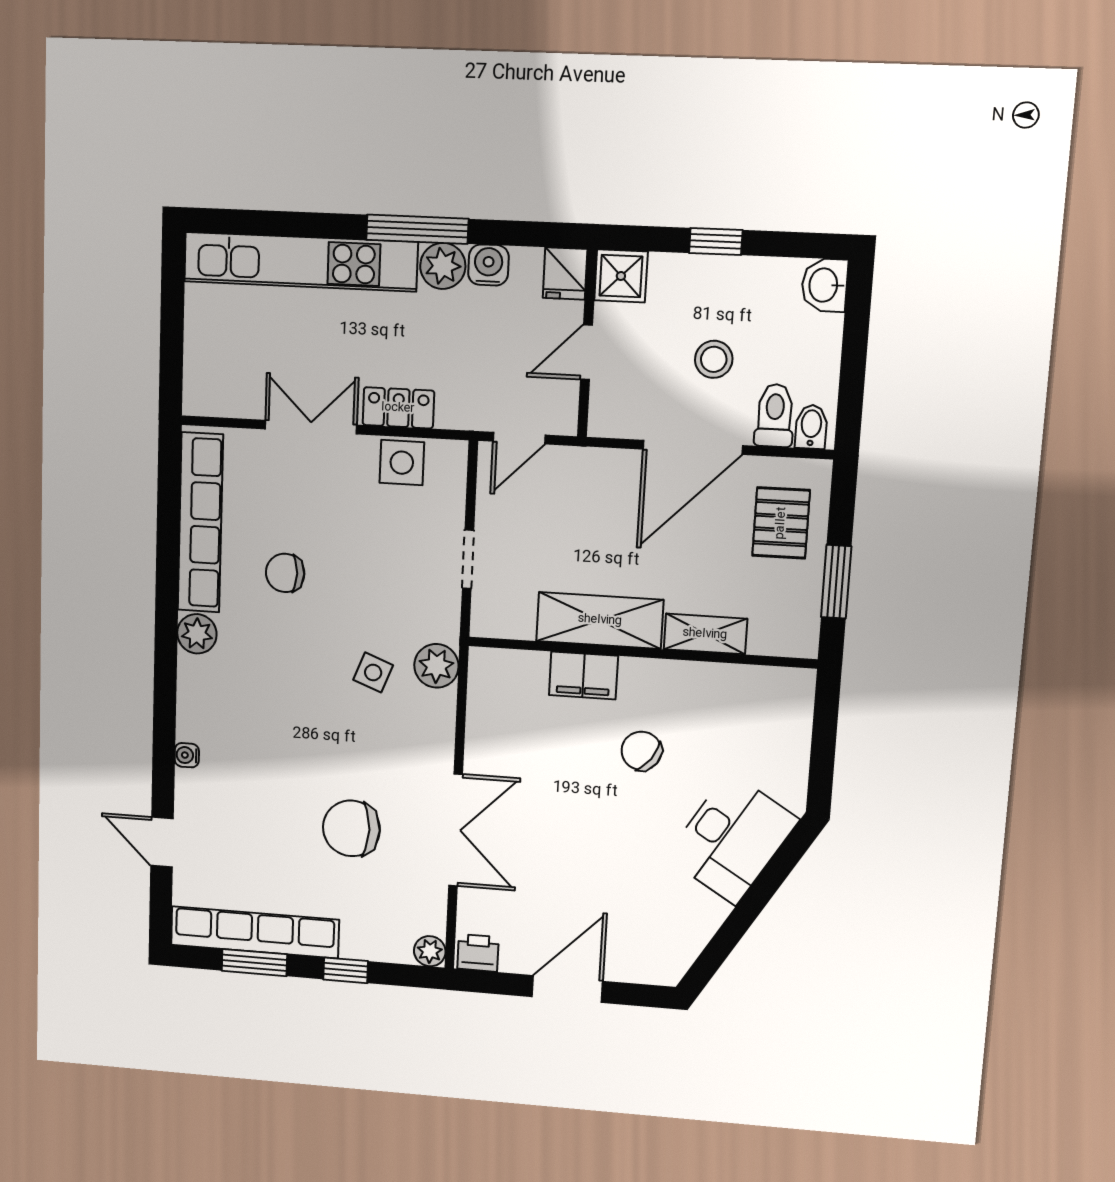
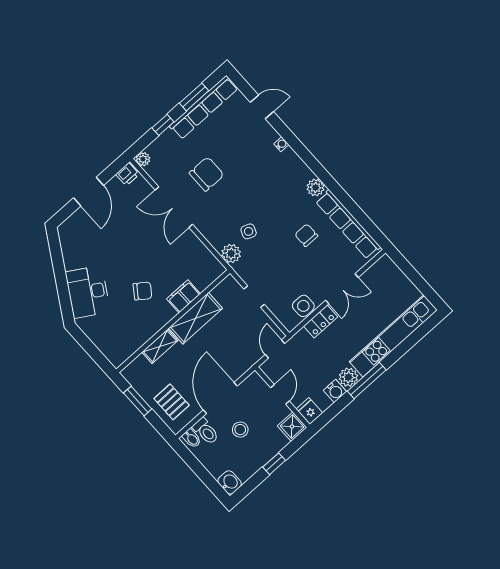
chair: (285, 573) -> (306, 235), turned -90

